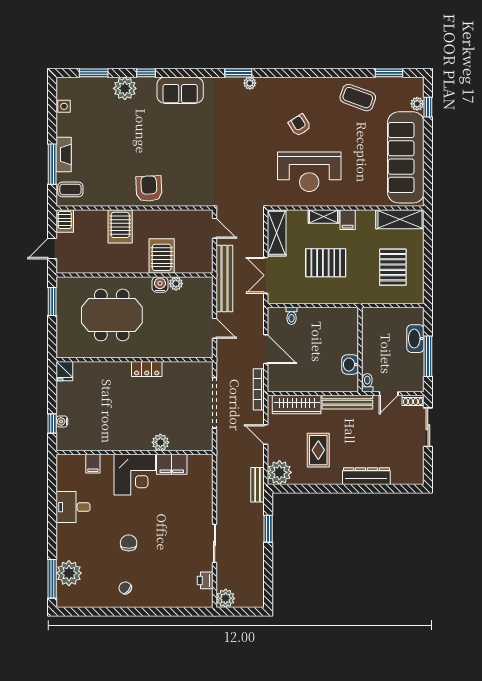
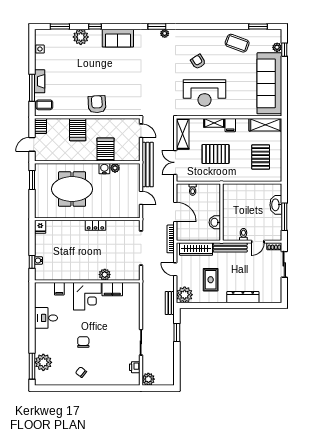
wall: (360, 349) -> (221, 212), moved
washbasin: (350, 364) -> (215, 222), moved

